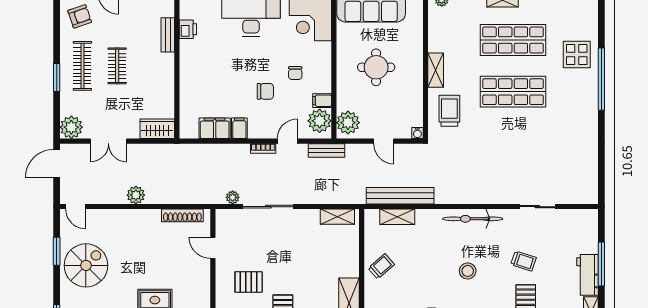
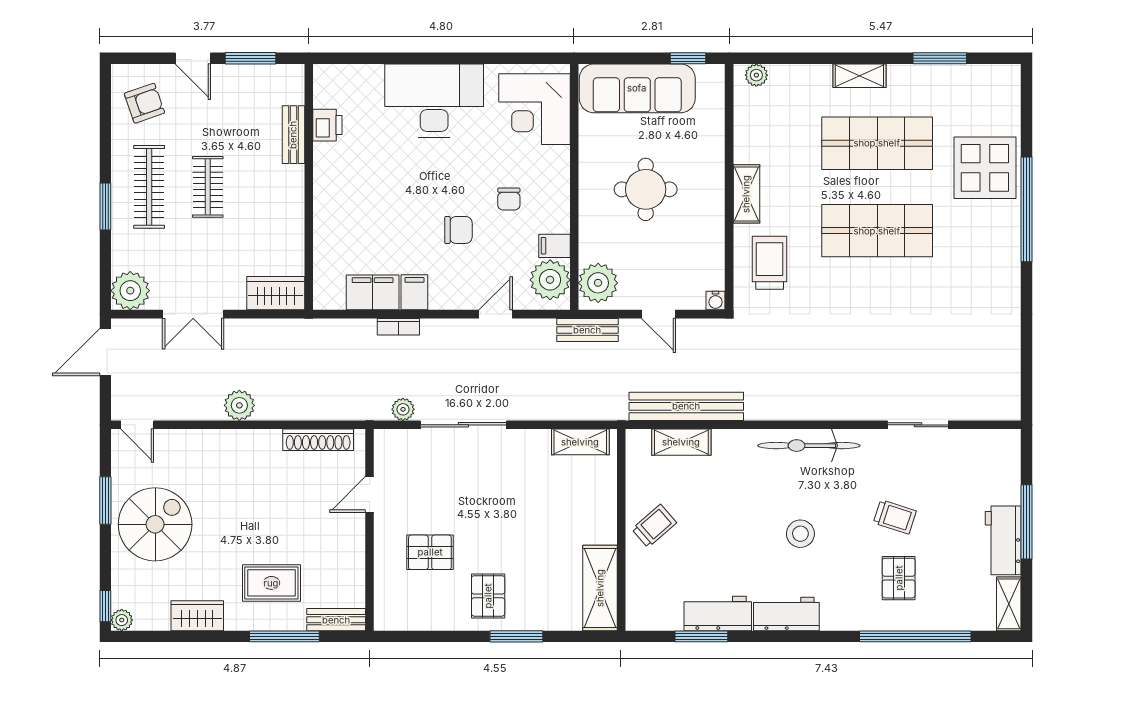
display table: (577, 55) -> (985, 168), width x1.36, depth x1.36
bookcase: (263, 149) -> (398, 327), moved
bench: (327, 150) -> (587, 330), moved
door: (213, 248) -> (370, 494), hinge flipped

